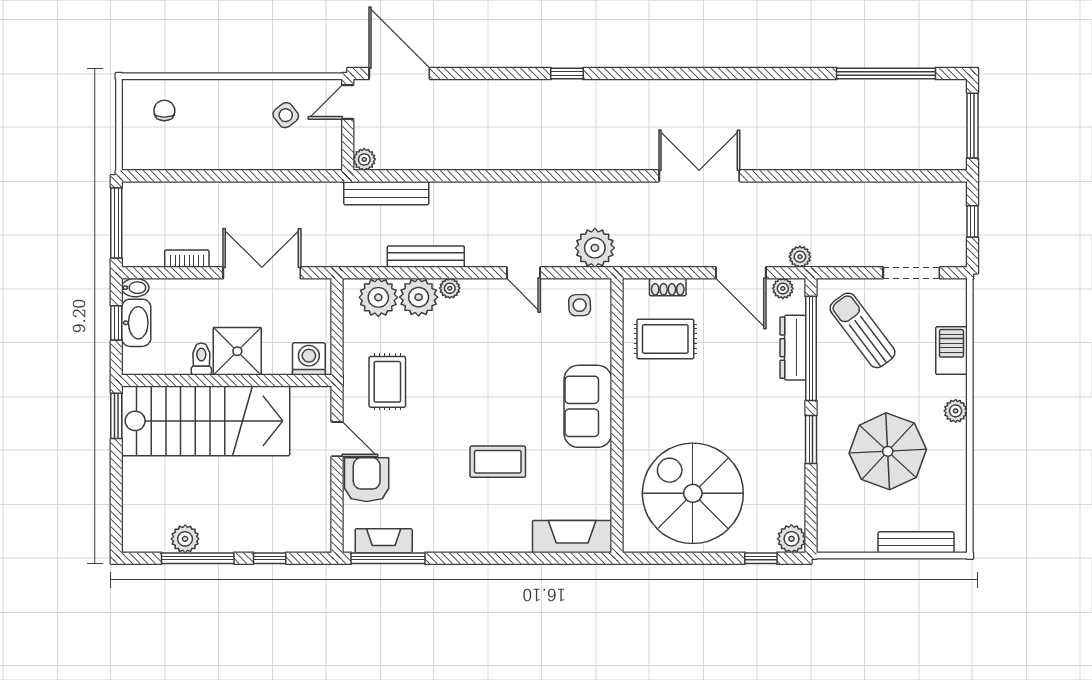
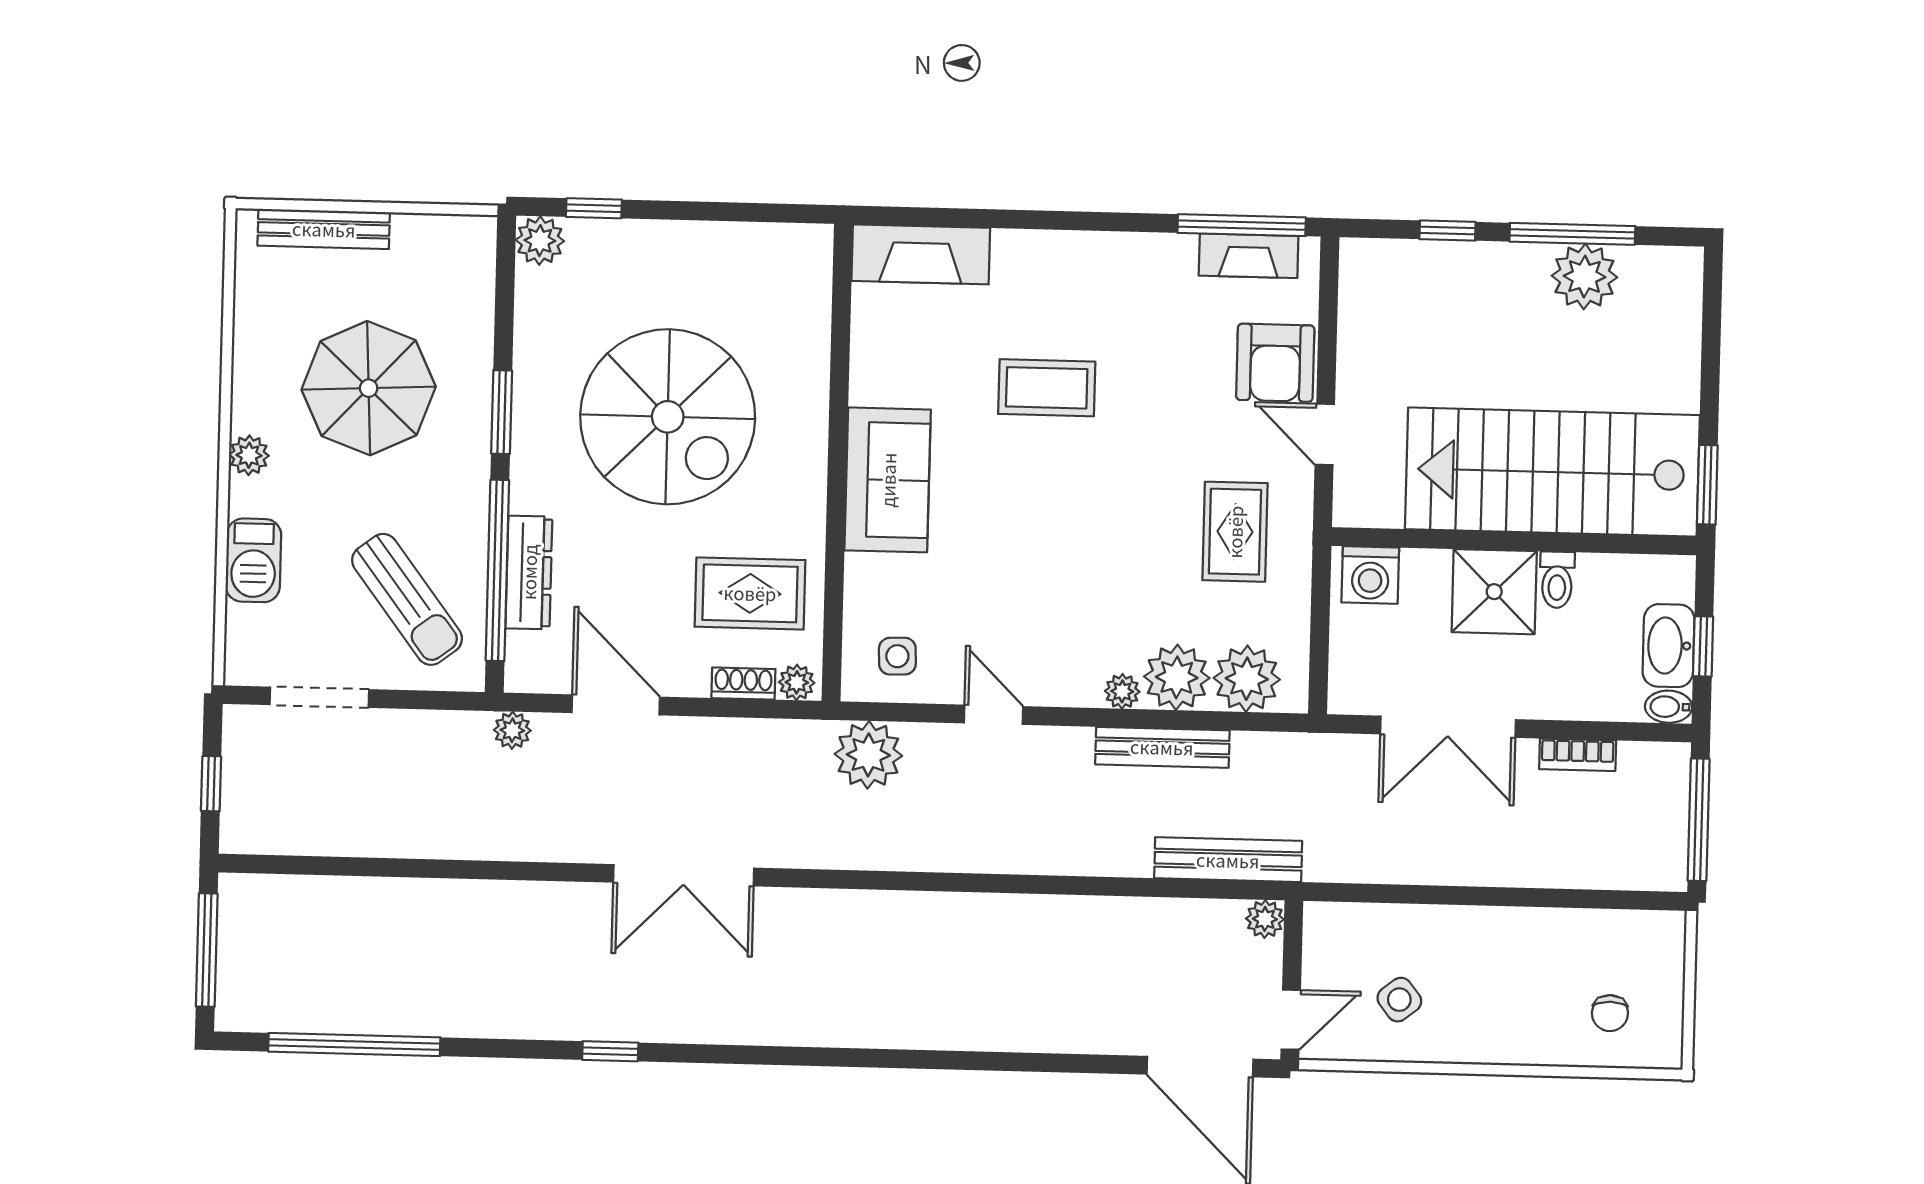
window: (567, 74) -> (610, 1051), moved
plant: (783, 288) -> (797, 682), moved
spiral stairs: (693, 493) -> (668, 417), moved
plant: (185, 539) -> (1584, 276), width x1.36, depth x1.36

